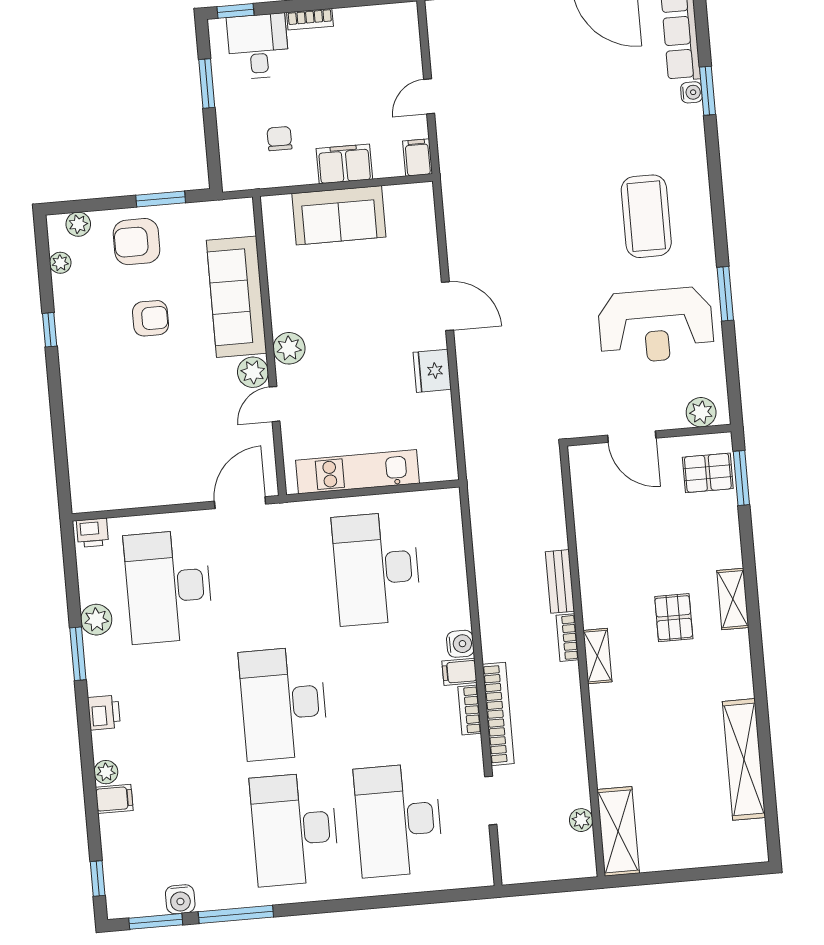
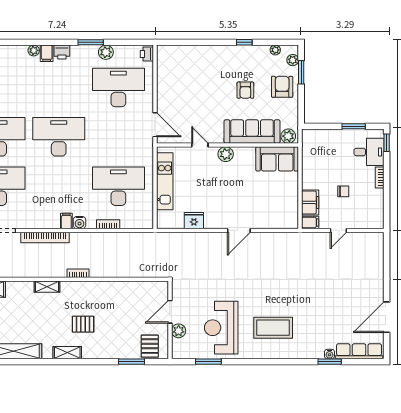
door: (429, 96) -> (338, 230), swing flipped
chair: (279, 139) -> (343, 191), moved
filing cabinet: (344, 164) -> (310, 202), moved
window: (161, 199) -> (301, 72), moved
sofa: (339, 215) -> (277, 159), moved, turned -90
window: (725, 294) -> (208, 362), moved
fridge: (432, 371) -> (194, 221), moved
plant: (253, 372) -> (288, 136), moved
plant: (701, 412) -> (179, 331), moved
window: (741, 478) -> (132, 362), moved
bench: (560, 581) -> (105, 272), removed
shelving: (733, 599) -> (67, 353), moved
shelving: (597, 656) -> (47, 287), moved
bookcase: (470, 710) -> (108, 224), moved
filing cabinet: (114, 799) -> (47, 53), moved

